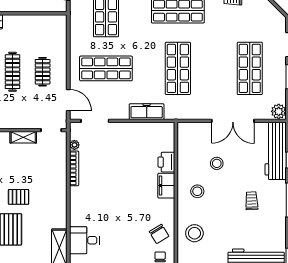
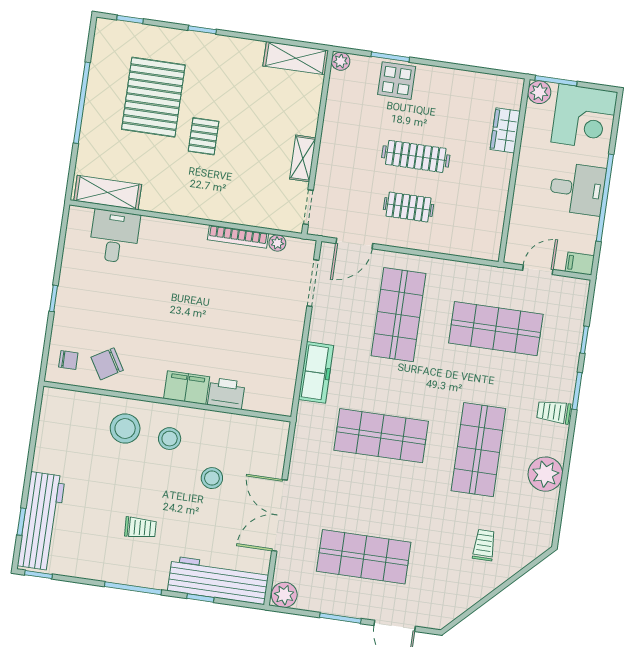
stool: (194, 233) -> (125, 428), moved

